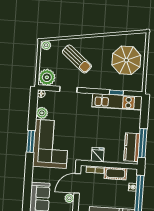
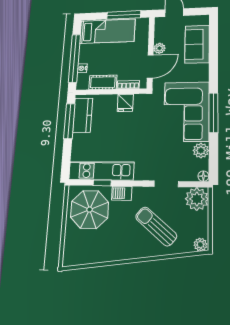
parasol: (126, 60) -> (90, 210), moved
barbecue: (102, 84) -> (122, 193), added
window: (31, 141) -> (213, 113), width x1.44

